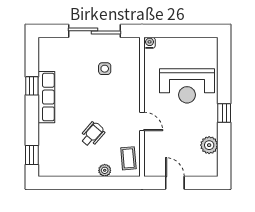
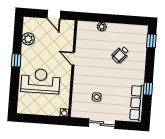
sliding door: (94, 31) -> (102, 124), width x0.73
row of seats: (46, 97) -> (137, 103), moved
wheelchair: (92, 134) -> (120, 55), moved
coffee table: (128, 158) -> (85, 34), removed

